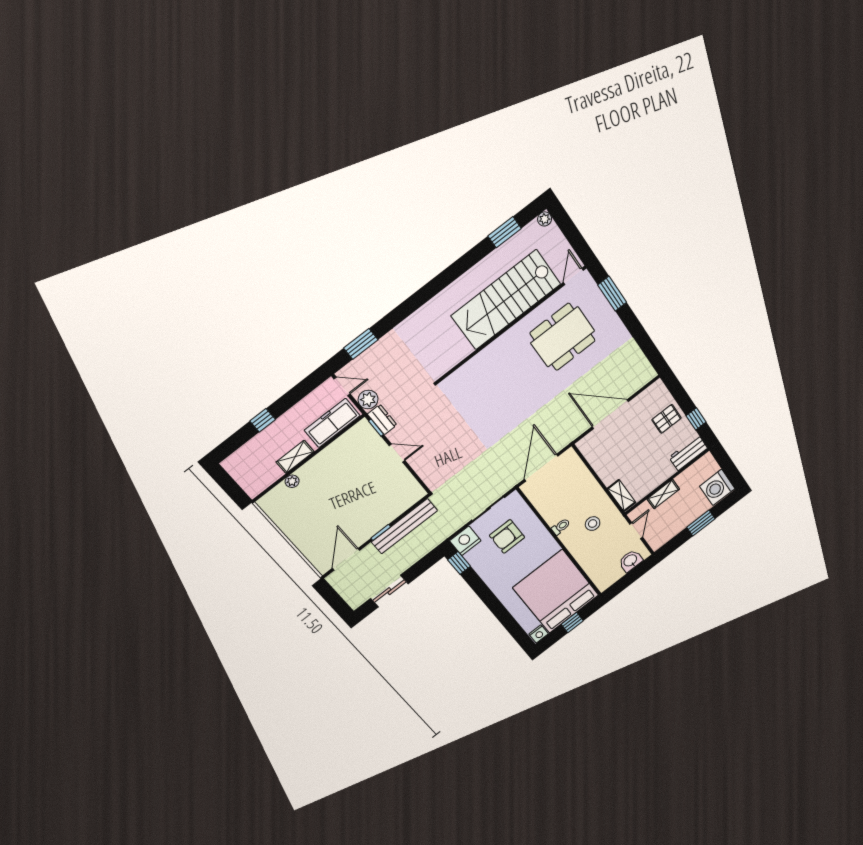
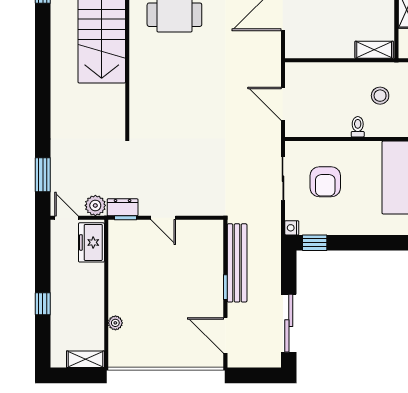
door: (342, 386) -> (66, 218), hinge flipped
freezer: (332, 423) -> (91, 242), width x0.71
door: (397, 453) -> (163, 218), swing flipped
shelving: (295, 457) -> (85, 359), moved, turned 90
door: (541, 468) -> (283, 104), width x0.73
nightstand: (465, 541) -> (292, 228), width x0.53, depth x0.56
sliding door: (389, 591) -> (289, 323), width x1.37

